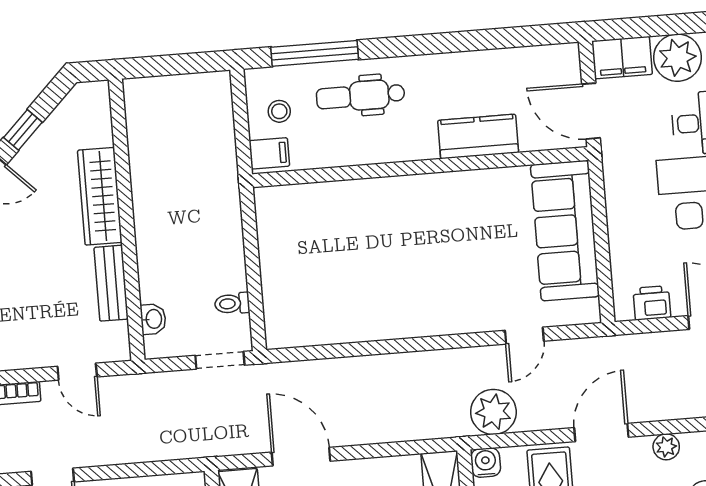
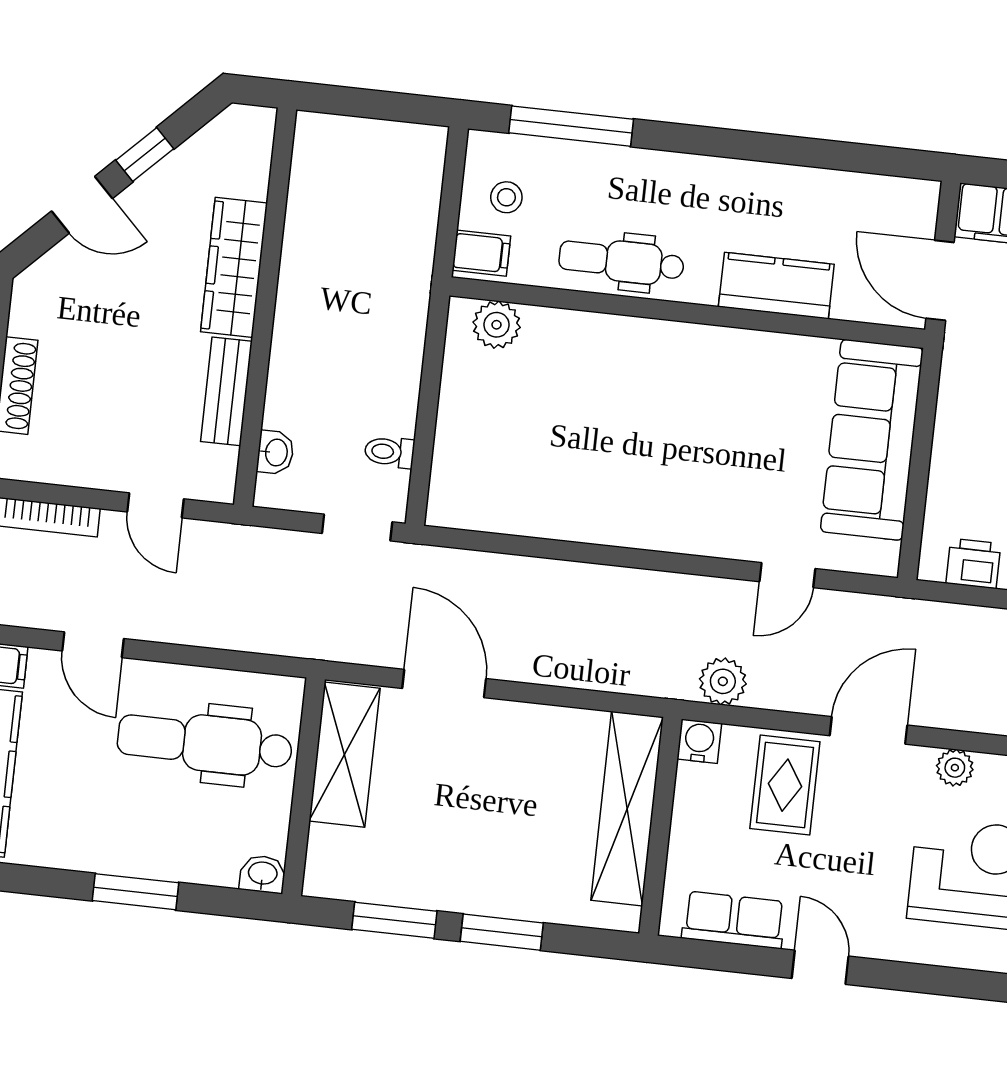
dental chair: (360, 96) -> (621, 261), moved
plant: (289, 201) -> (497, 325), added
plant: (493, 412) -> (723, 681), width x0.73, depth x0.73

